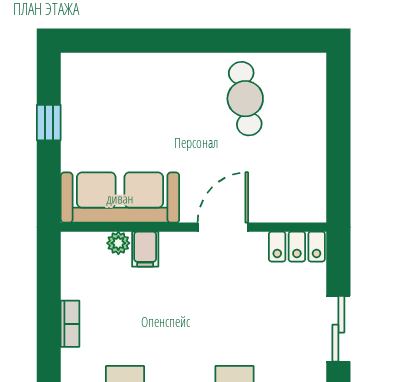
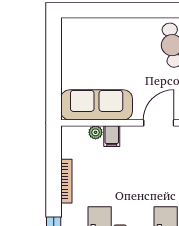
window: (49, 123) -> (54, 60), removed
bookcase: (70, 324) -> (66, 181), width x1.56

